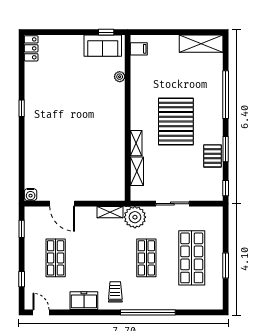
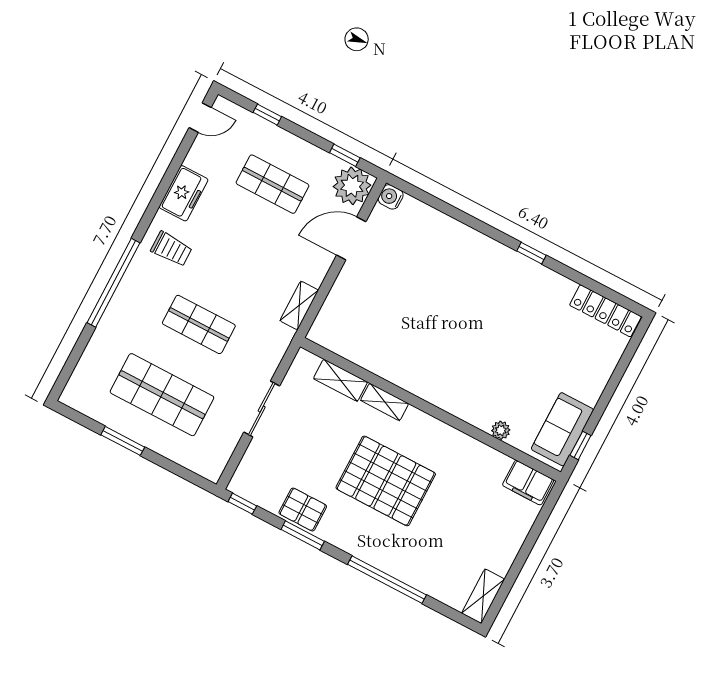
shelving: (201, 44) -> (483, 596), width x0.67, depth x0.75
locker: (31, 48) -> (605, 311), width x1.53
filing cabinet: (139, 49) -> (528, 483), width x2.00
plant: (135, 217) -> (352, 186), moved

